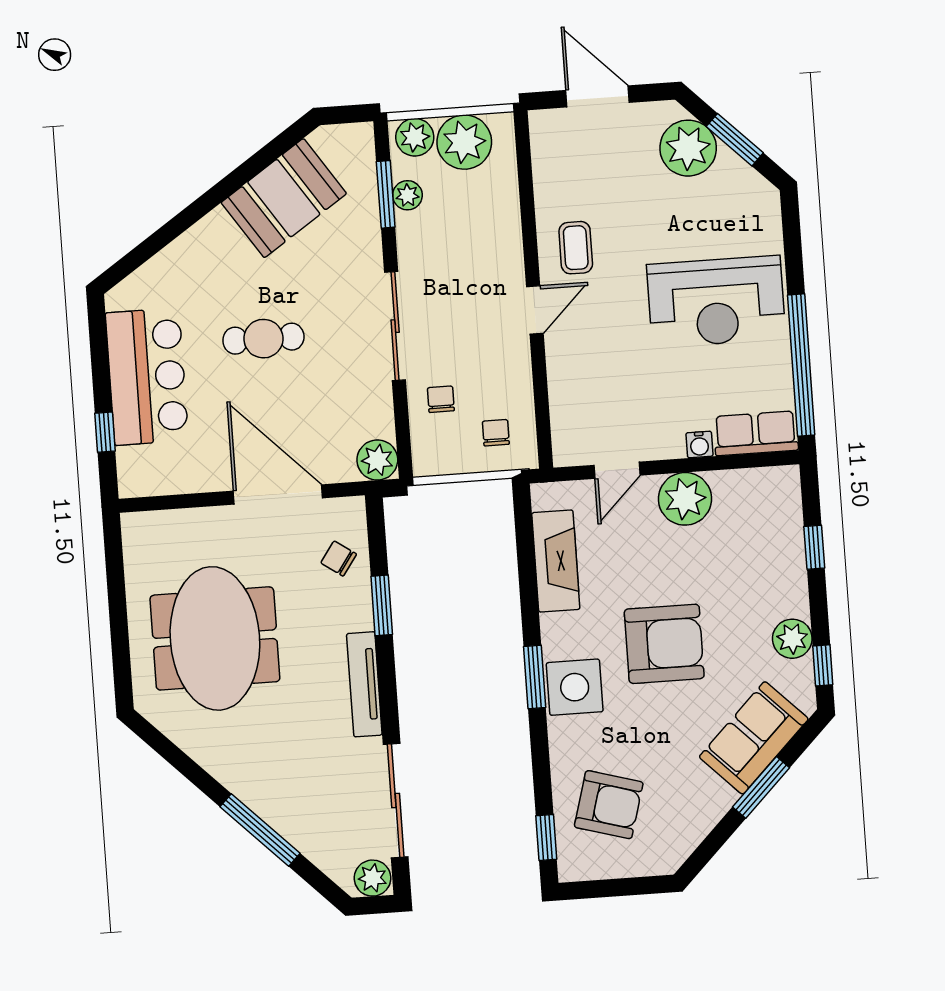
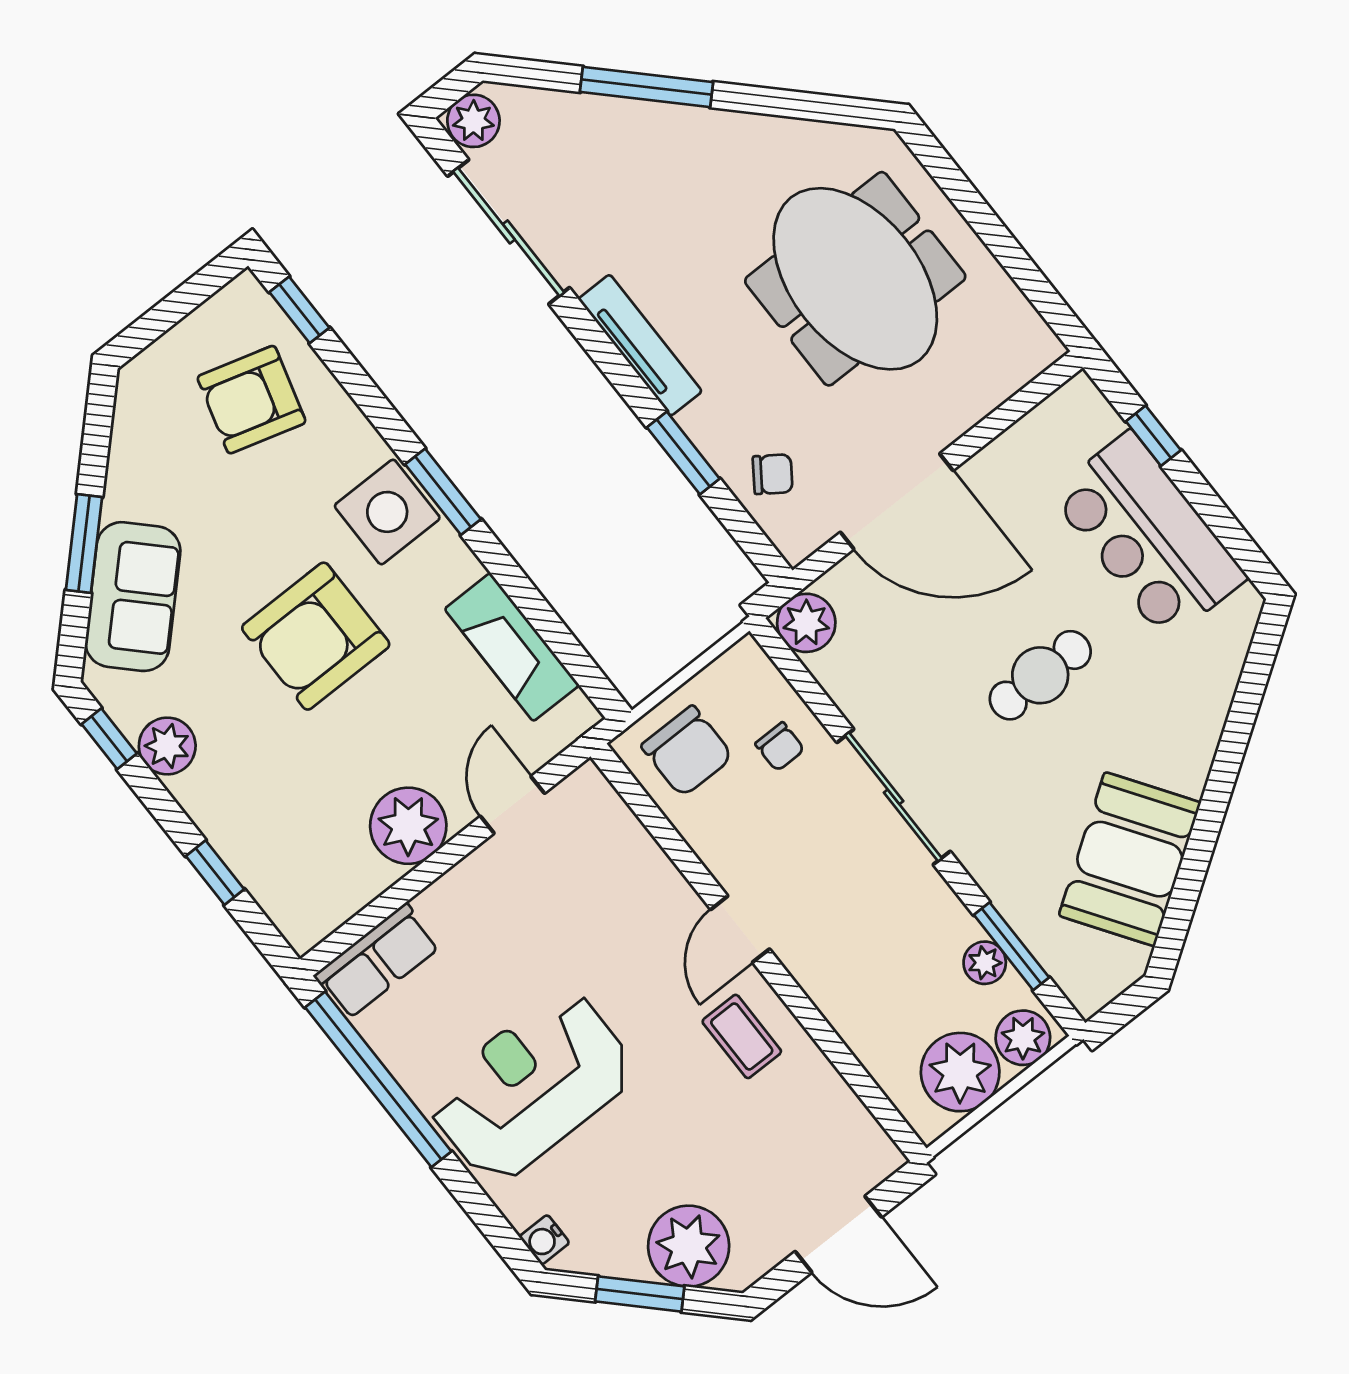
chair: (496, 433) -> (687, 751), width x1.87, depth x1.87
water cooler: (699, 444) -> (544, 1240), moved, turned -90

